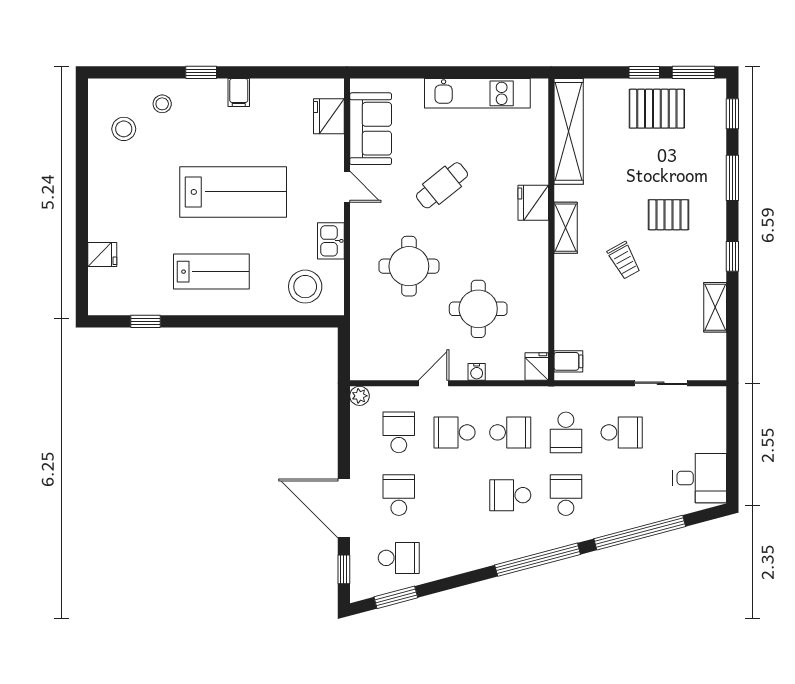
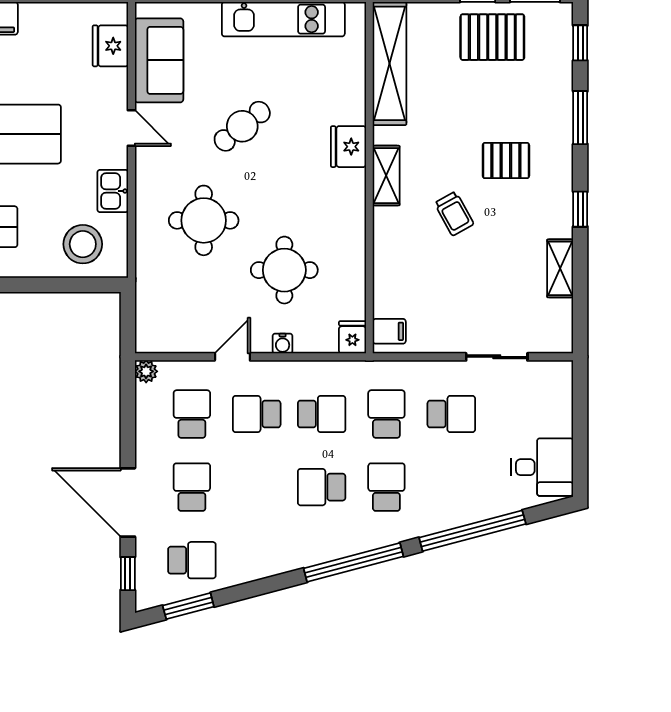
school desk: (566, 432) -> (386, 414), turned 180

